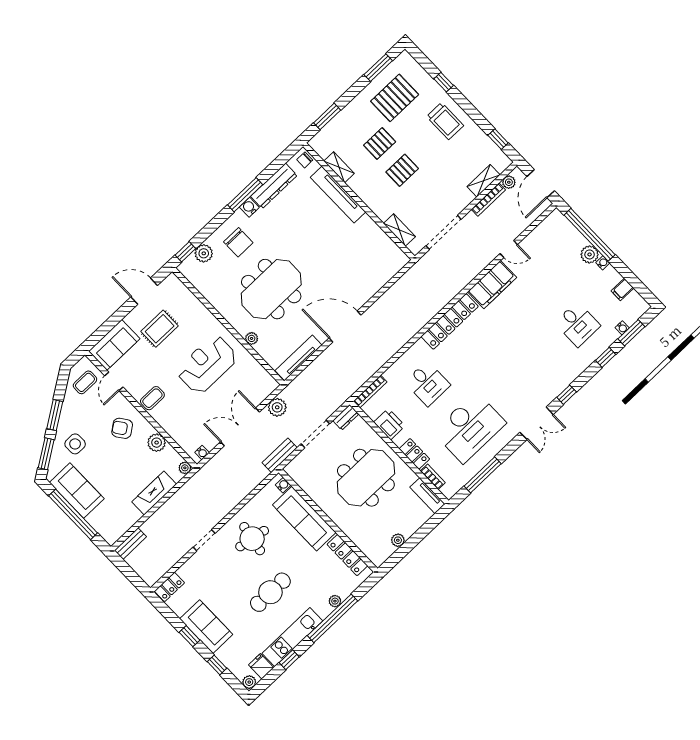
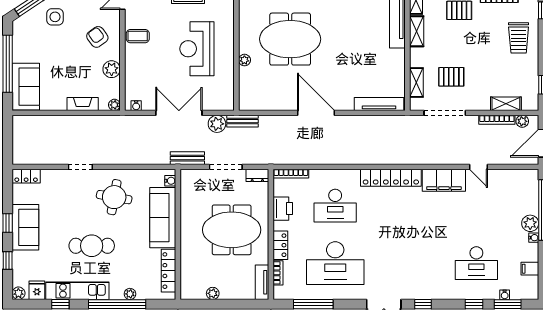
pallet: (402, 170) -> (451, 77), moved
shelving: (362, 191) -> (417, 31), added
desk: (577, 324) -> (476, 263), width x1.37
tv unit: (299, 358) -> (379, 104), moved
reception desk: (207, 365) -> (197, 49), turned -90
desk: (427, 383) -> (335, 206), width x1.37
sofa: (77, 491) -> (26, 87), moved
fireplace: (154, 493) -> (83, 104), width x0.73, depth x0.76
bench: (130, 544) -> (242, 121), moved

